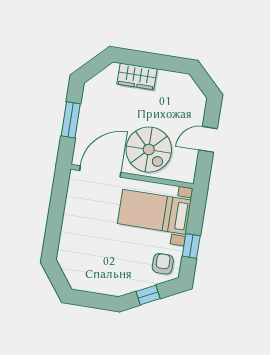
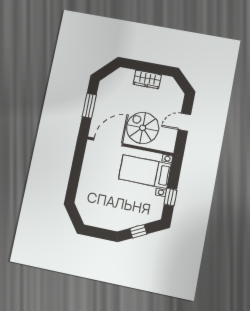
wardrobe: (137, 76) -> (147, 79), moved
spiral stairs: (149, 150) -> (143, 128), turned 180
armchair: (163, 264) -> (150, 209), removed

